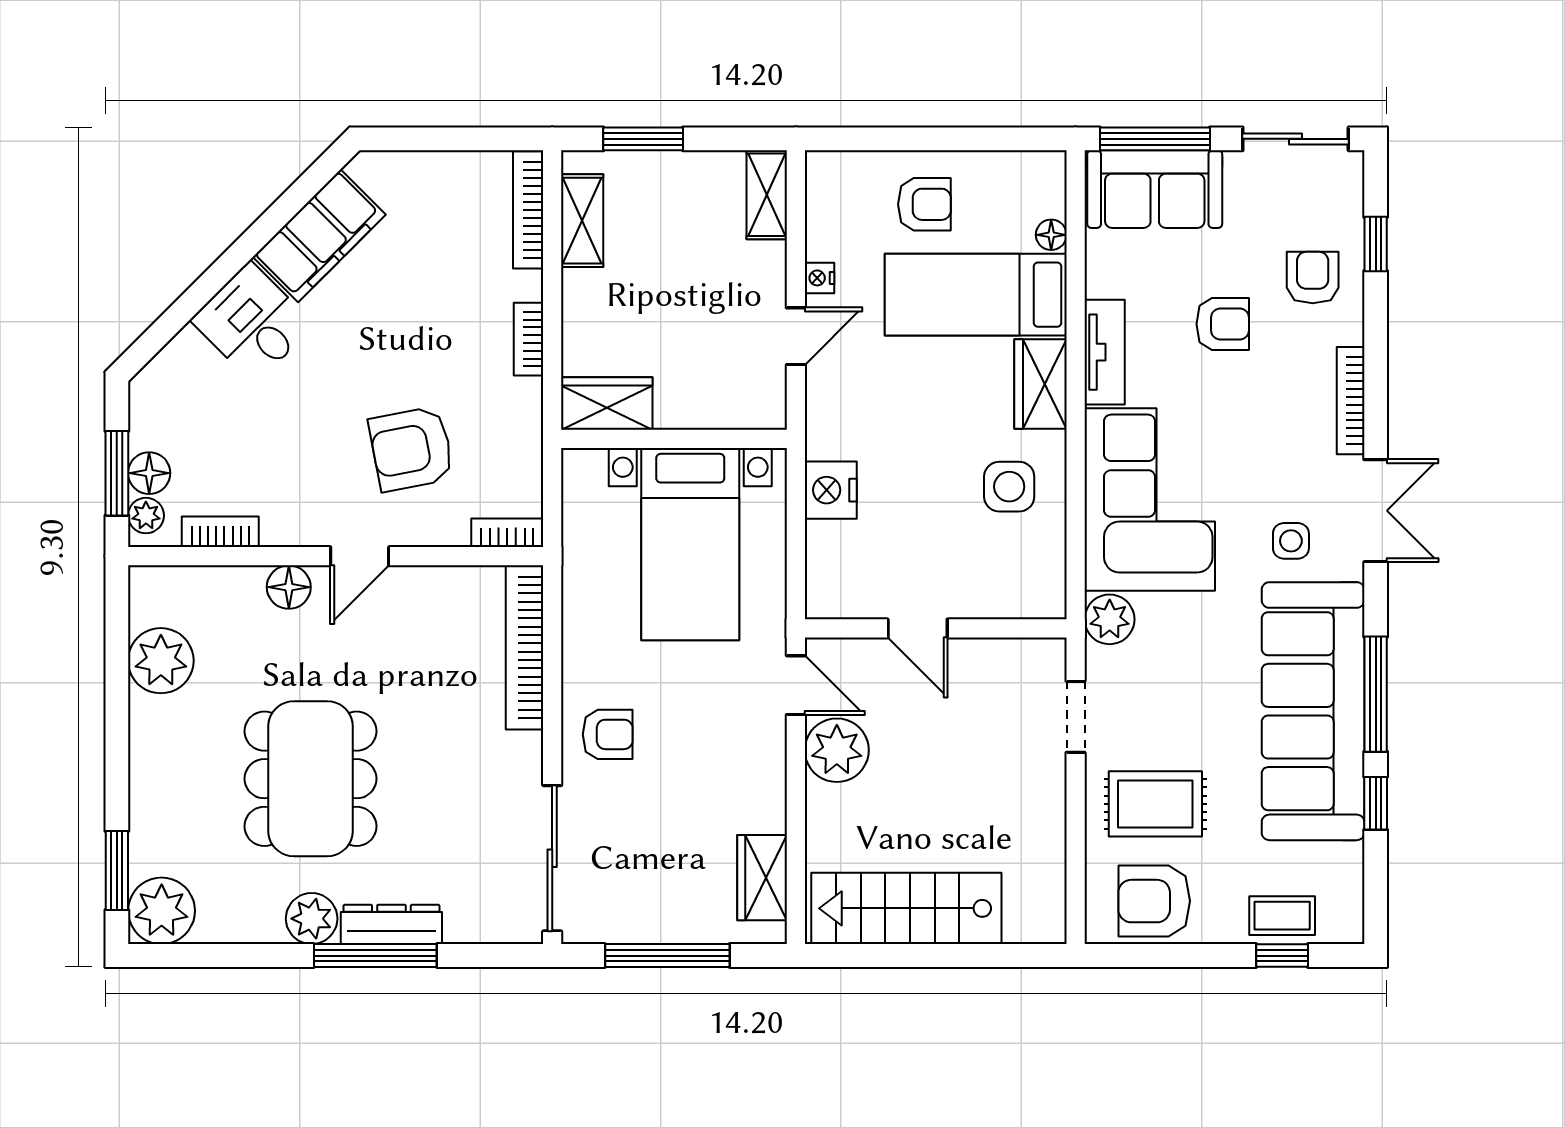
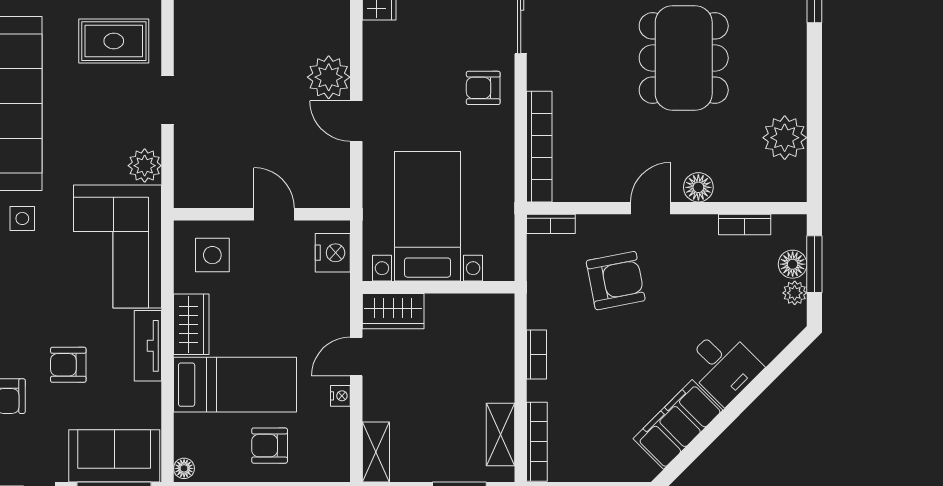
floor lamp: (1051, 235) -> (184, 468), moved
wardrobe: (607, 403) -> (393, 311), moved
plant: (146, 516) -> (795, 293), moved
door: (918, 628) -> (274, 214), moved
wall: (936, 628) -> (262, 214), moved

